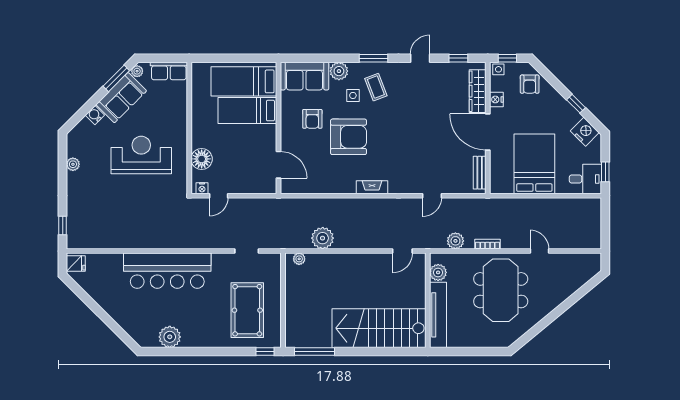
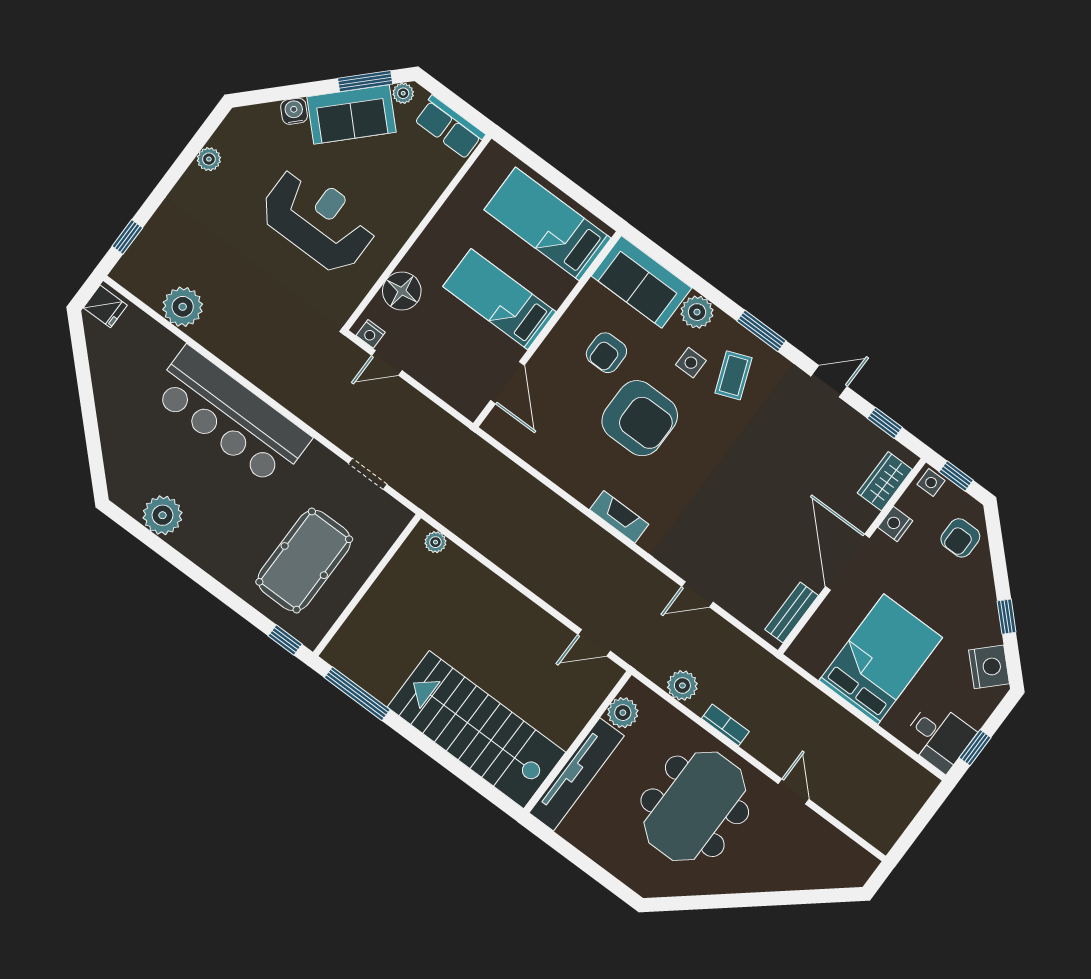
wardrobe: (478, 91) -> (885, 481), width x0.67
bed: (247, 111) -> (499, 299), moved
plant: (323, 238) -> (183, 307), moved

